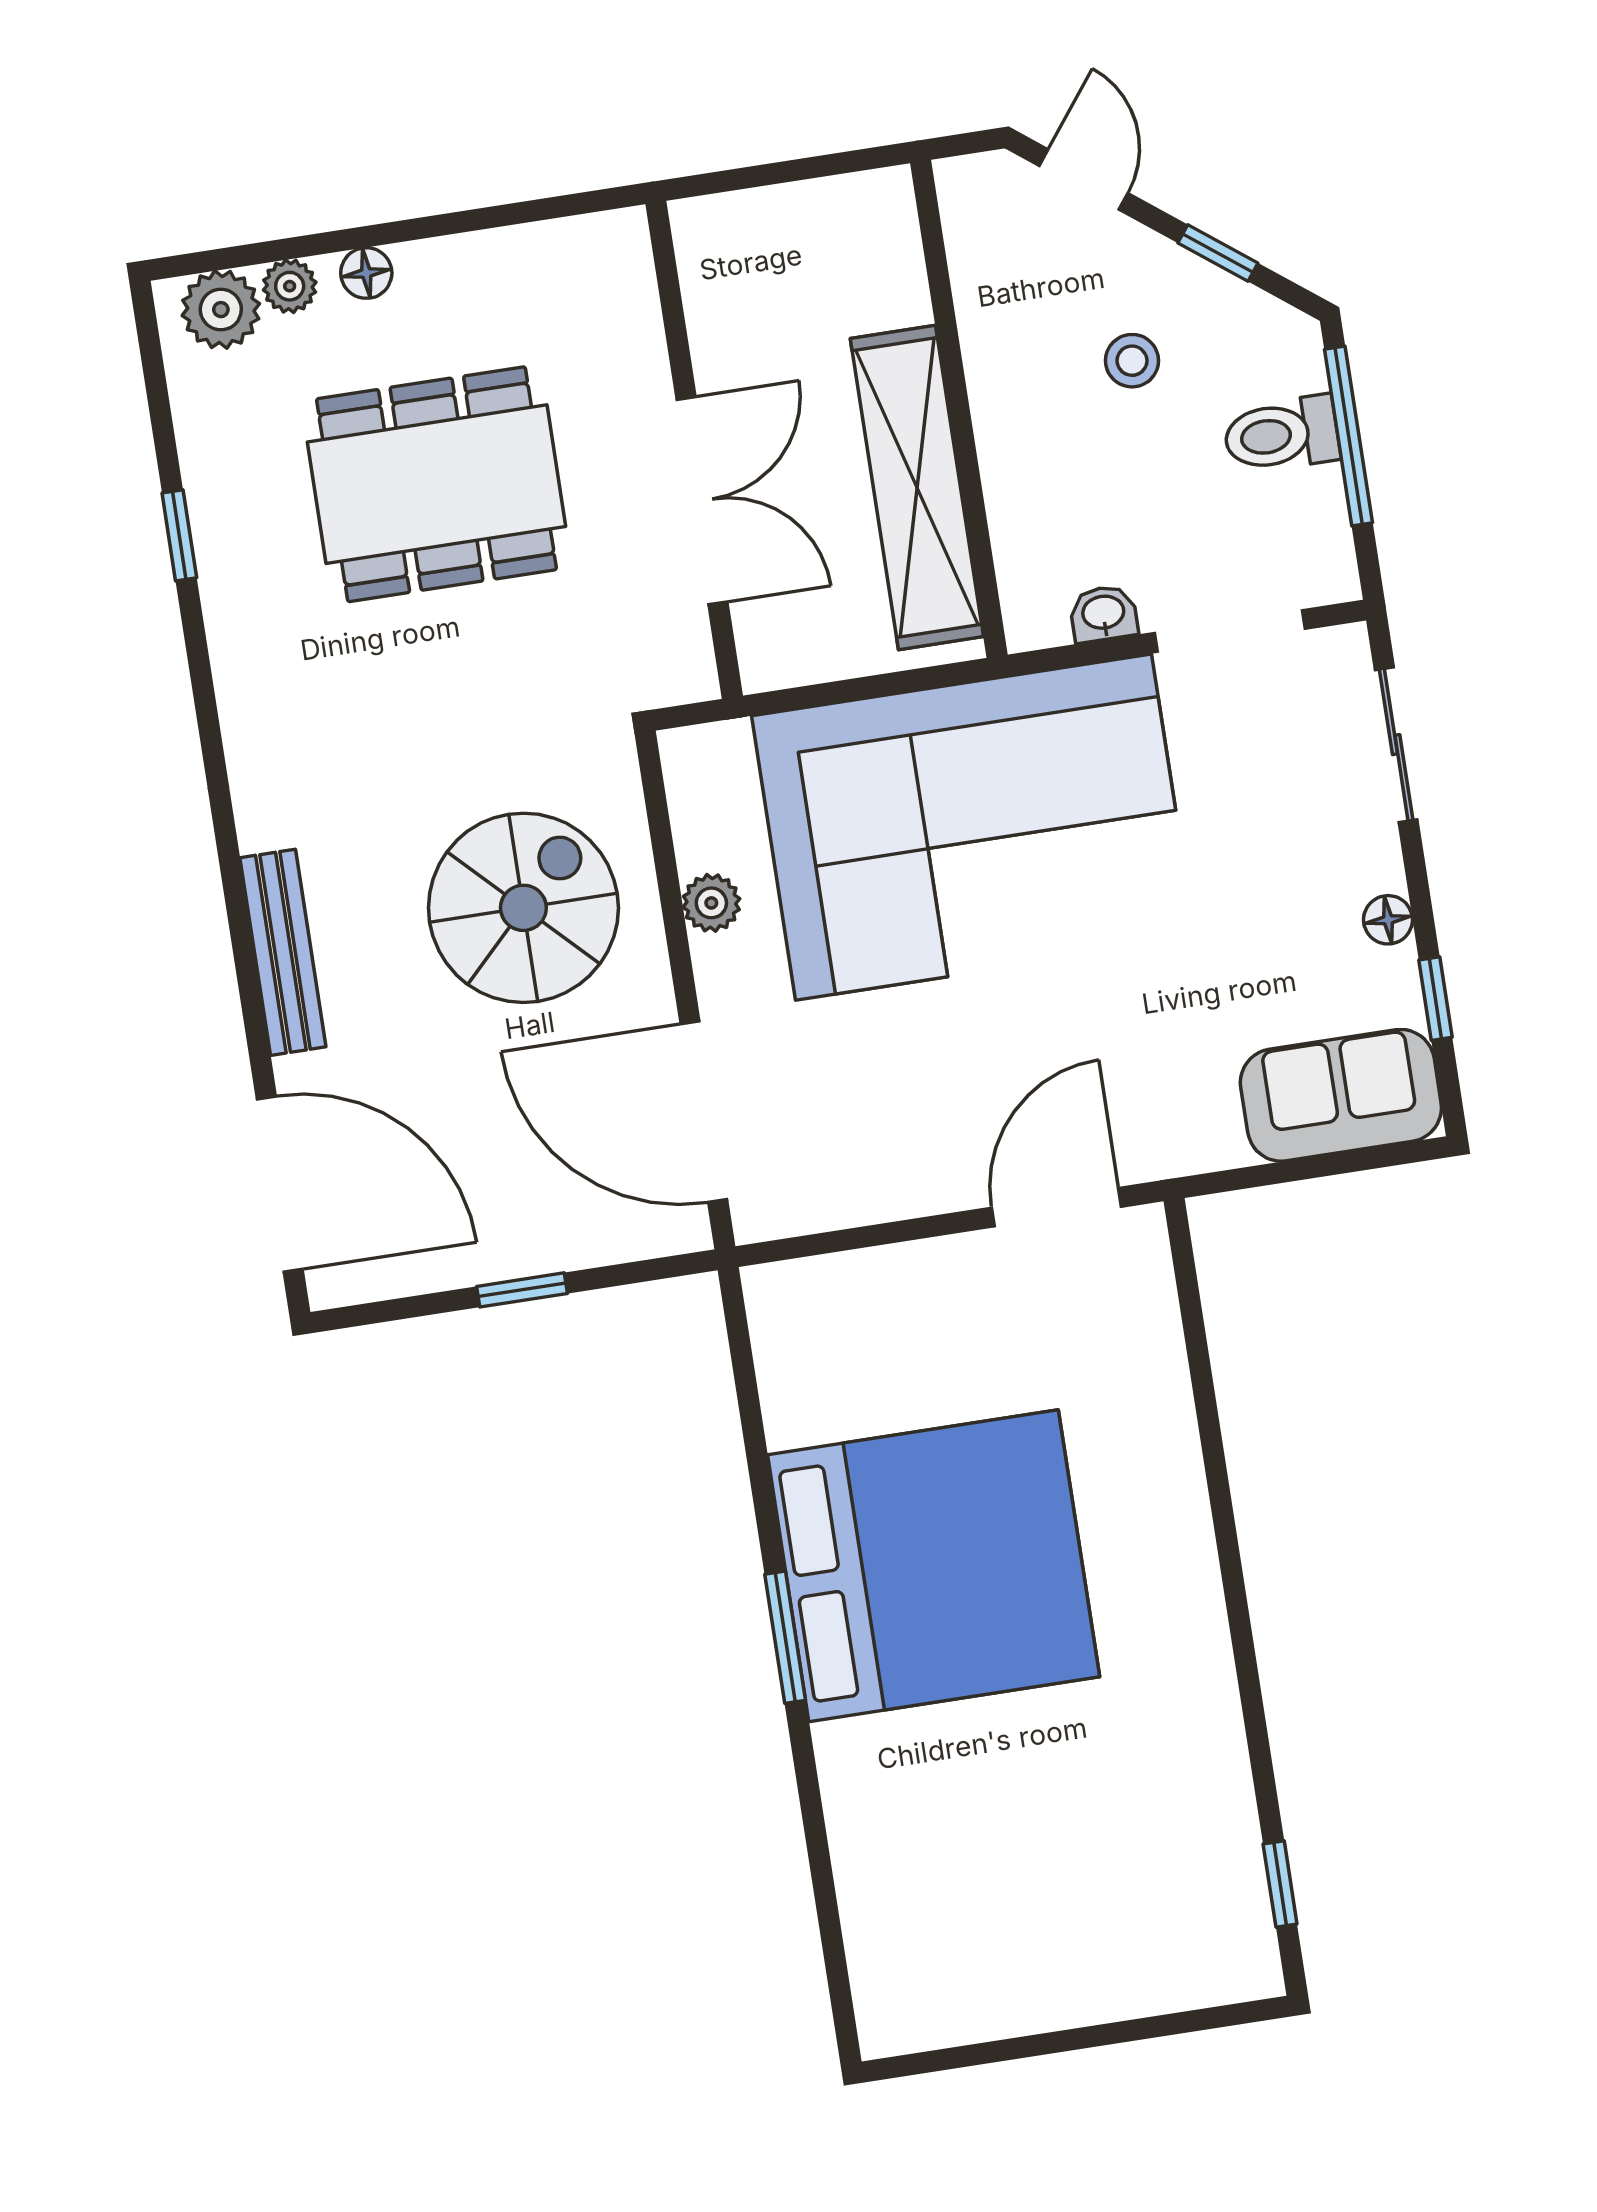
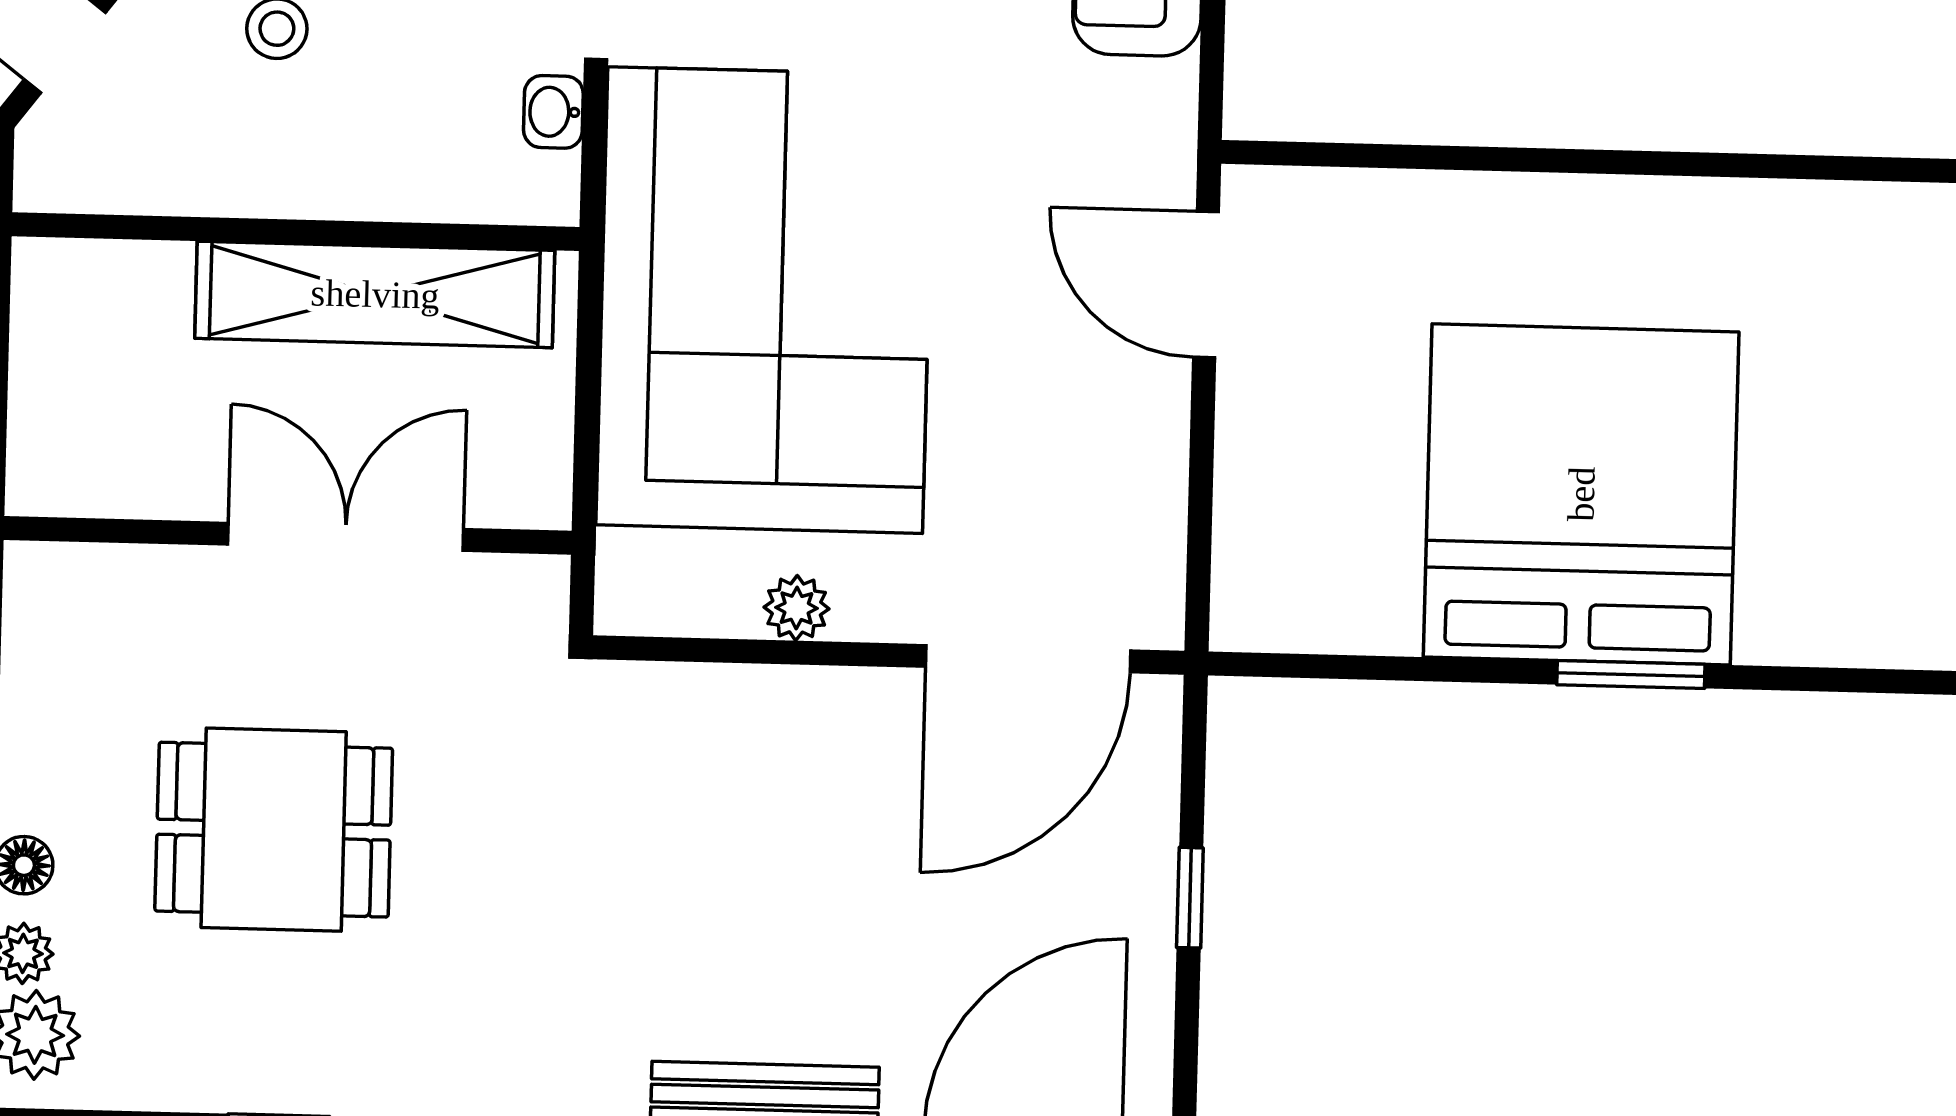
dining table: (437, 484) -> (274, 830), width x0.73
spiral stairs: (523, 908) -> (764, 819), removed

